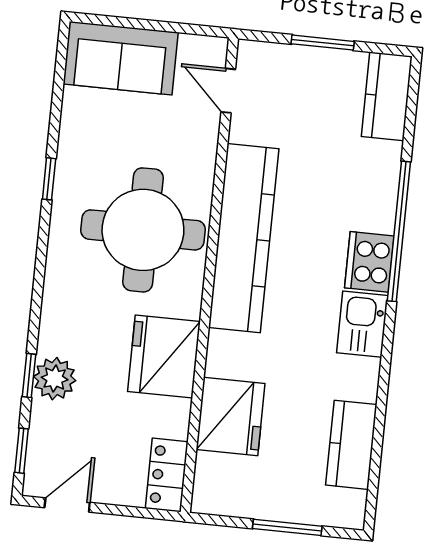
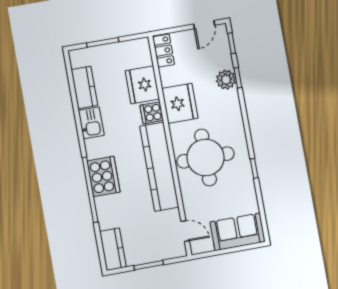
cooker: (369, 262) -> (104, 176), width x1.37, depth x1.31
kitchen sink: (362, 324) -> (91, 123), moved
cooker: (228, 353) -> (152, 113), added

